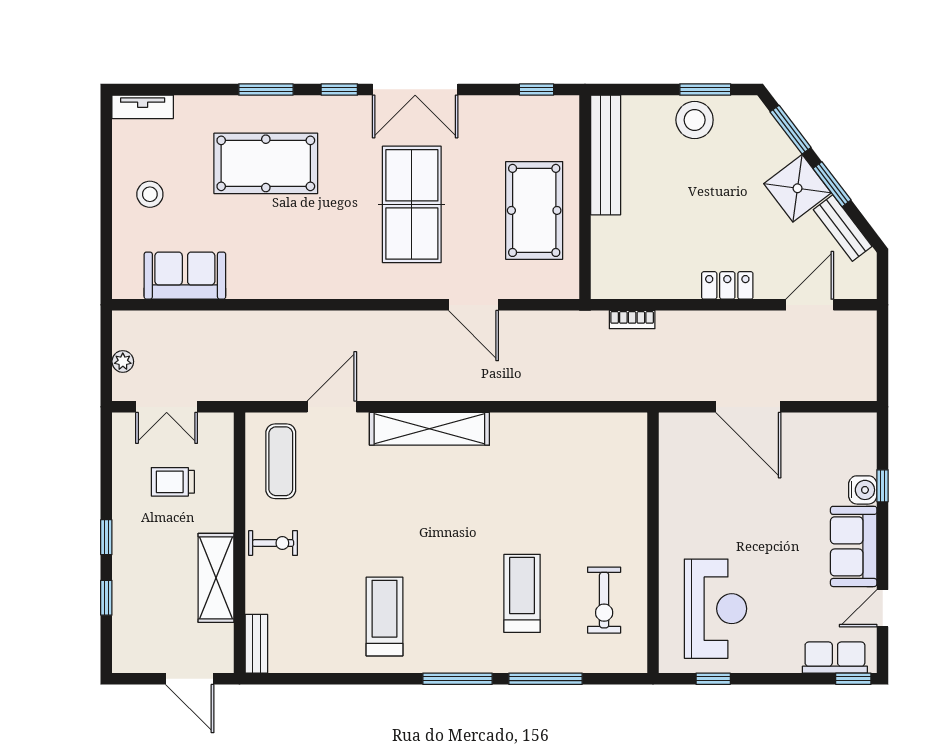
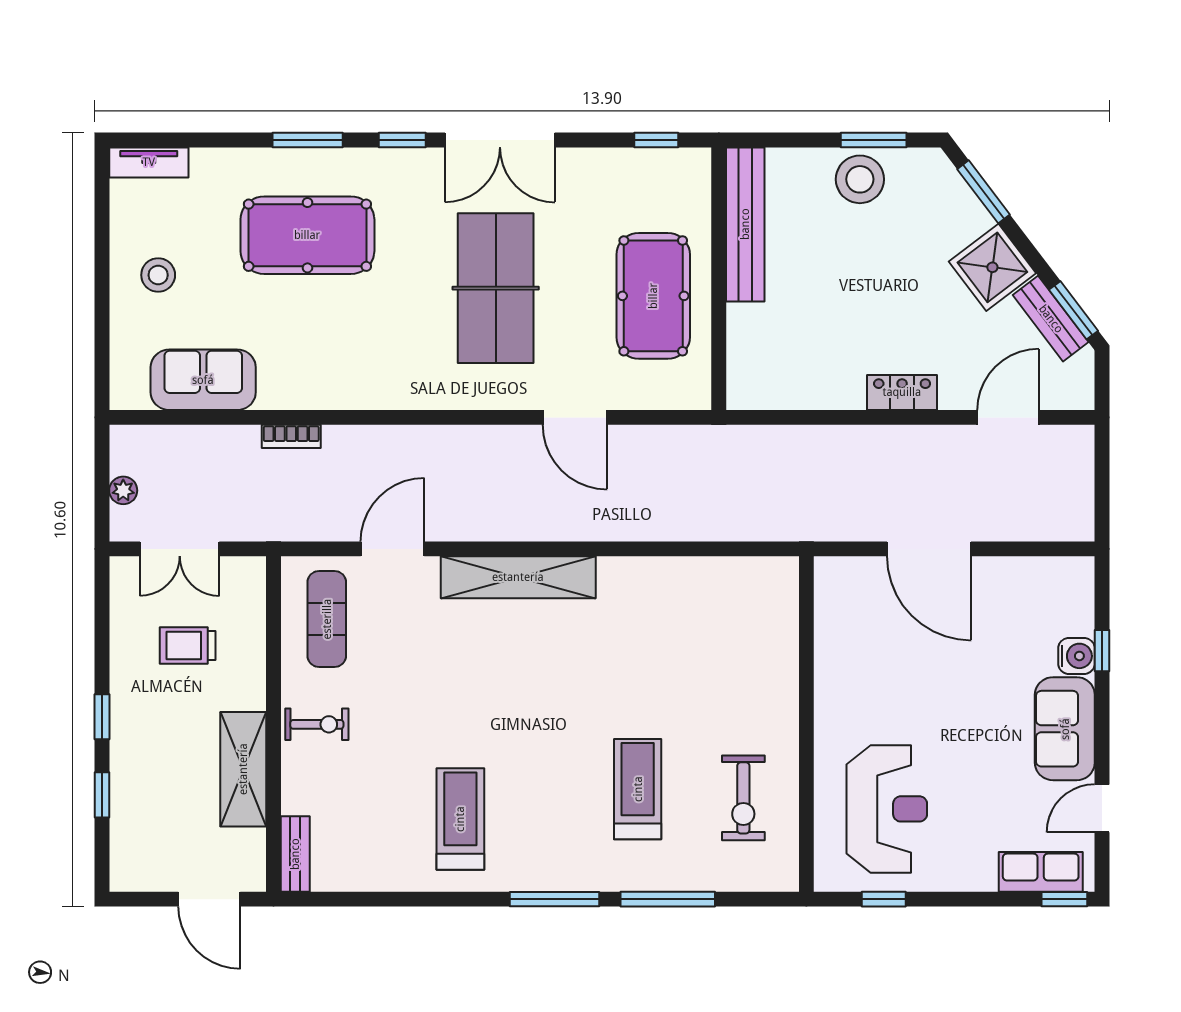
window: (832, 184) -> (1073, 310), moved
bookcase: (632, 320) -> (291, 436), moved

